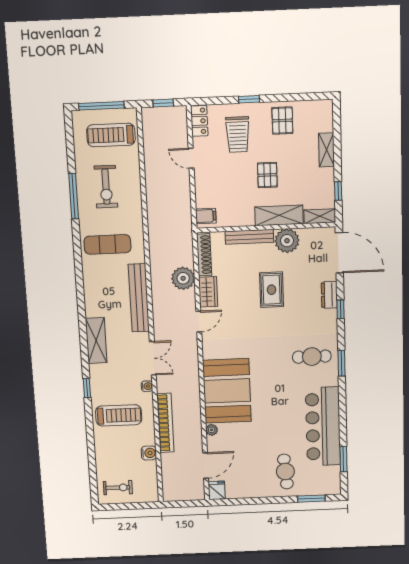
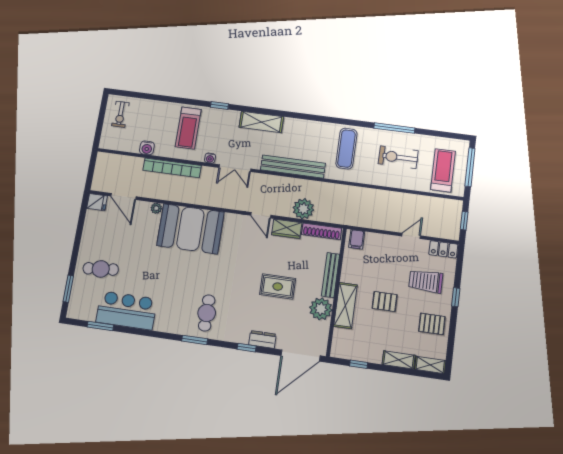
shelving: (320, 216) -> (430, 365), moved, turned 90
bar counter: (323, 426) -> (127, 310), width x0.73

